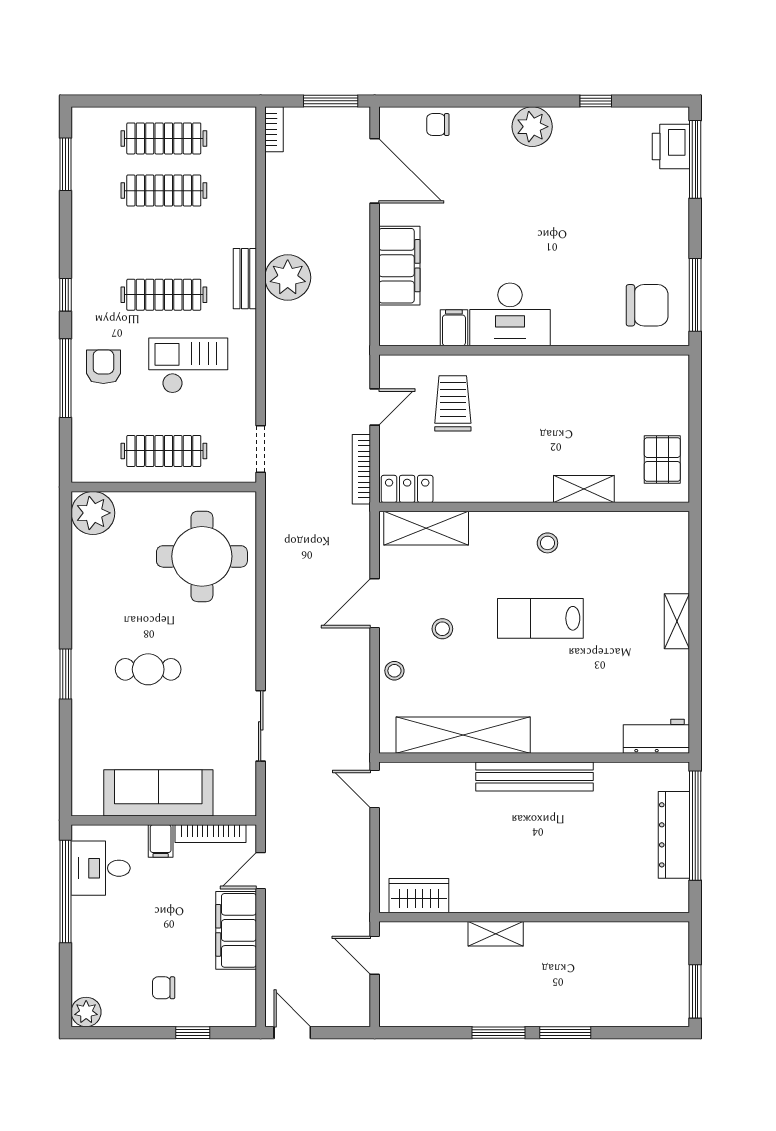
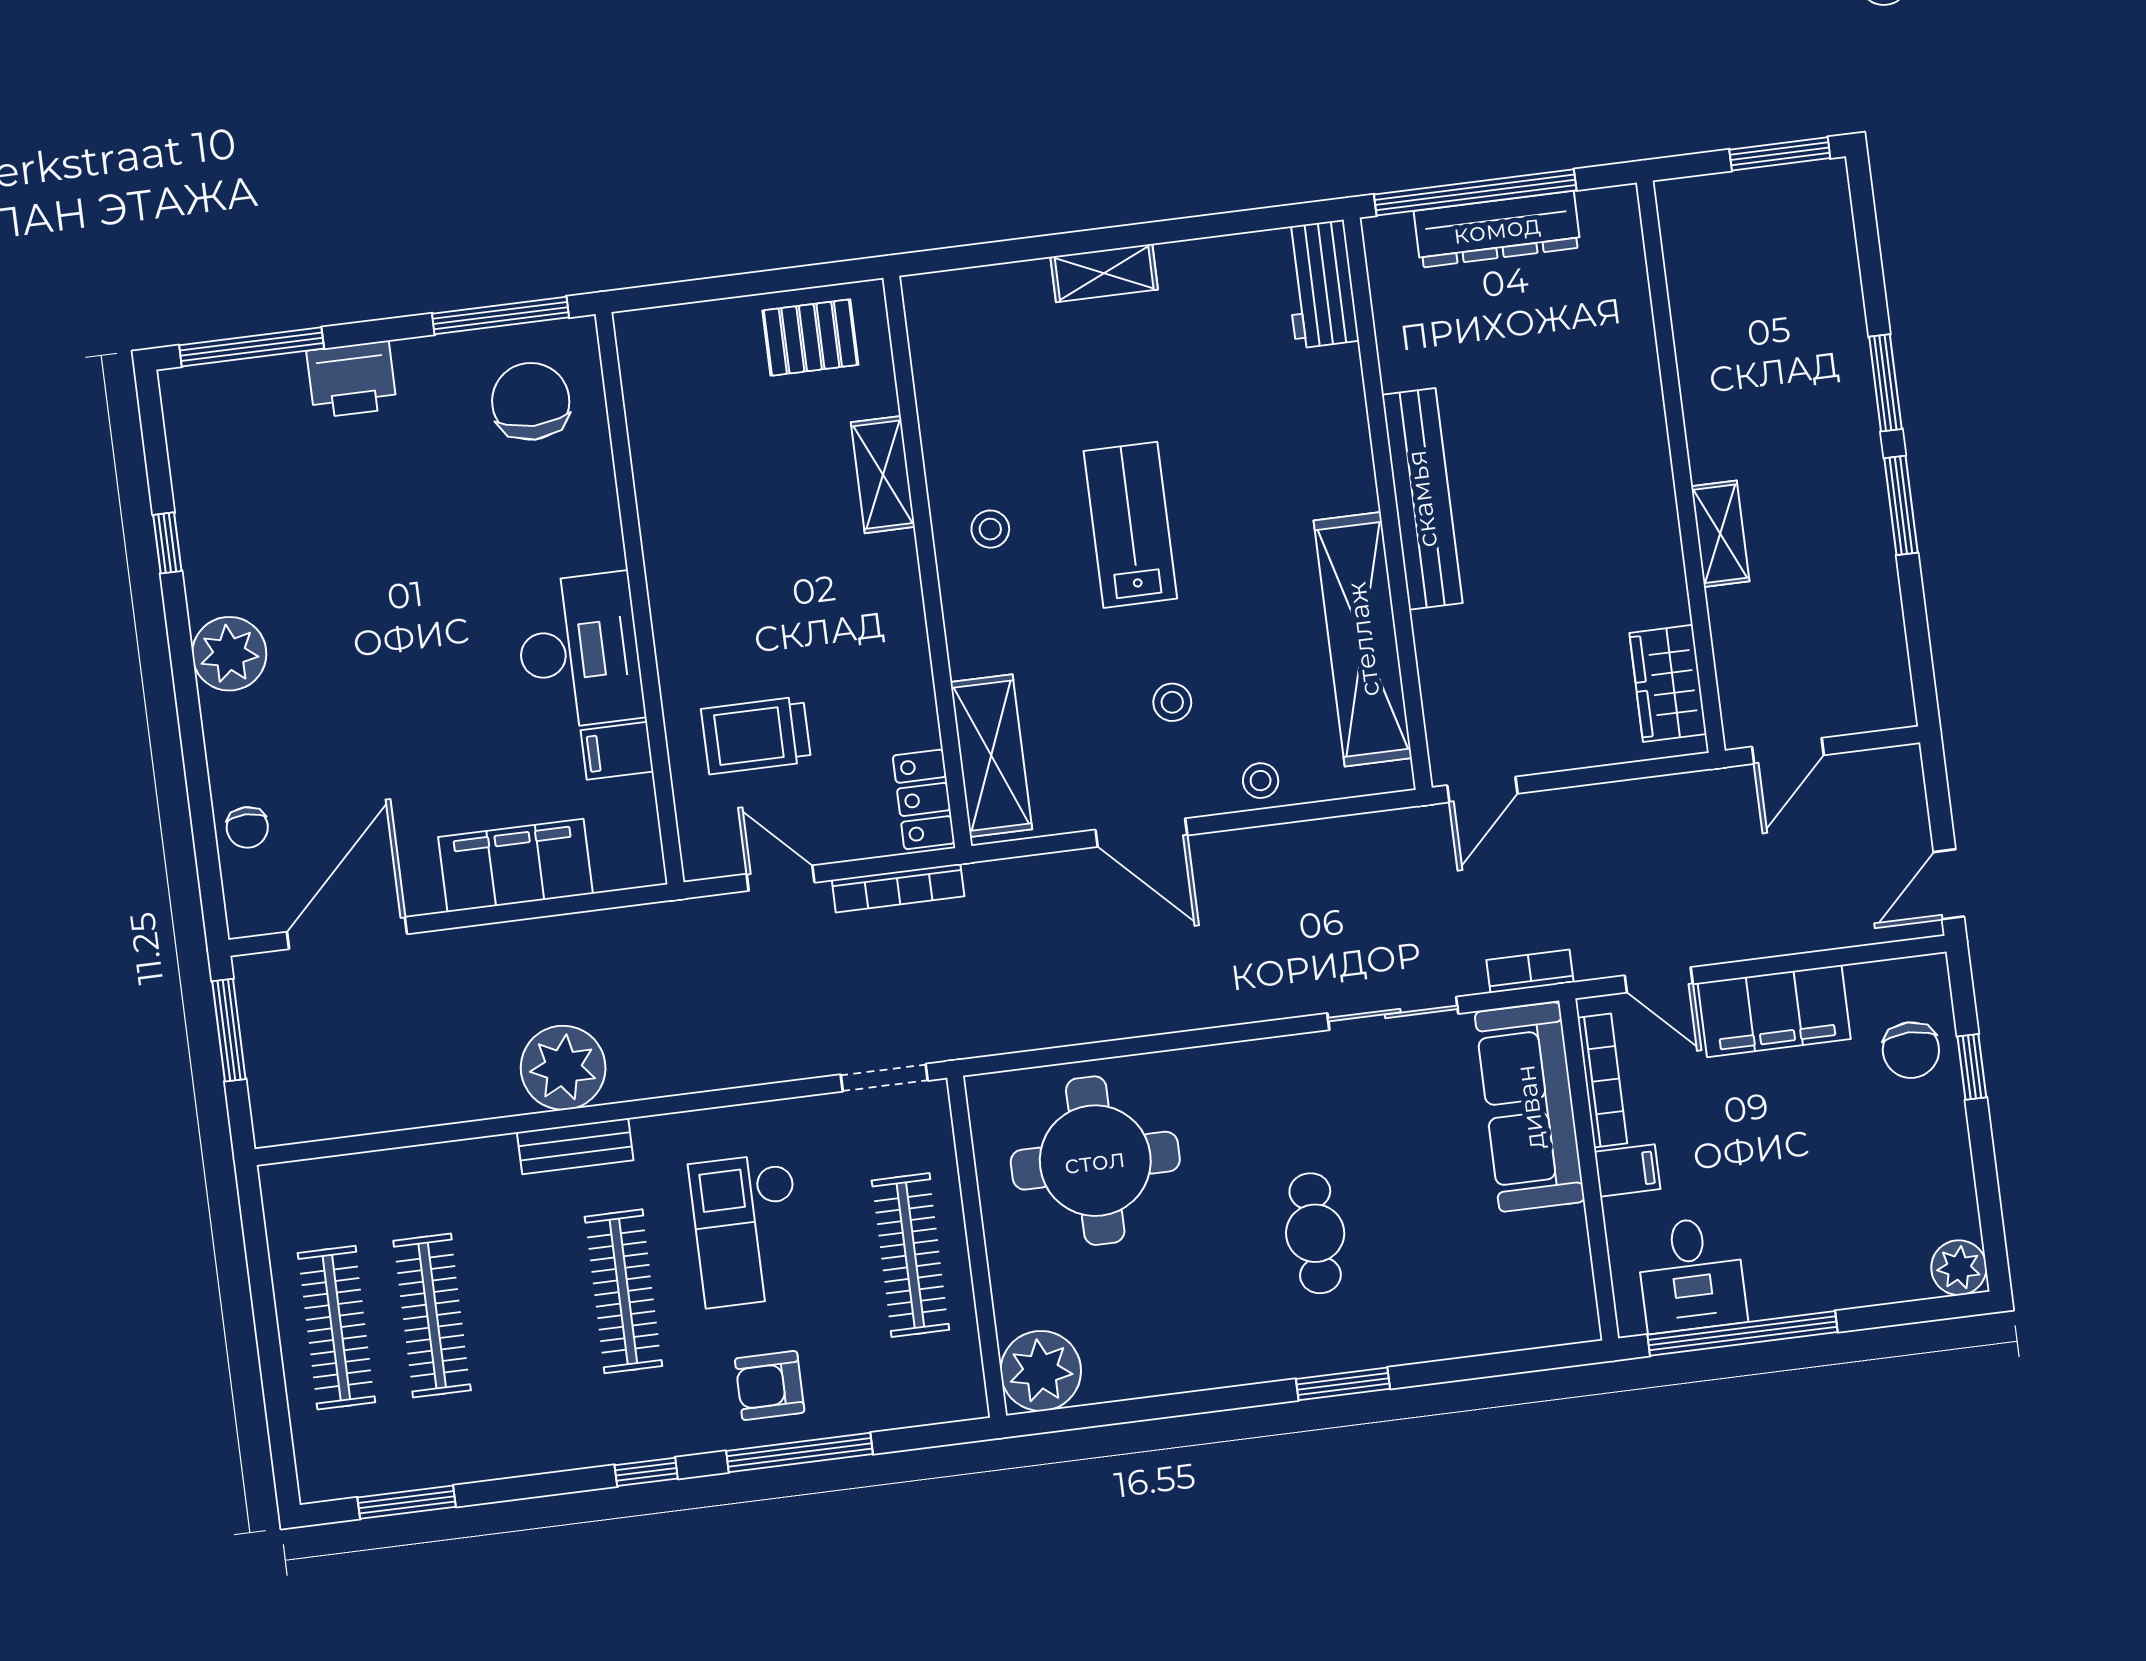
bookcase: (274, 129) -> (1530, 971), moved
printer: (671, 146) -> (352, 379), moved
lab bench: (540, 618) -> (1130, 525), turned 180
sofa: (158, 793) -> (1530, 1107), moved
chair: (164, 988) -> (1911, 1050), moved, width x1.37, depth x1.37

